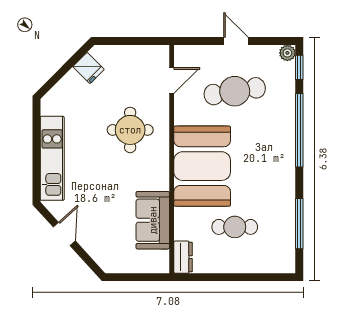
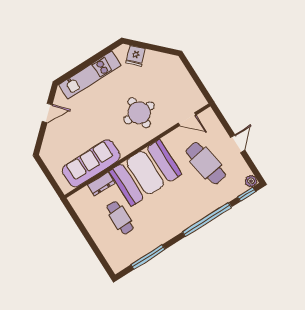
fridge: (89, 68) -> (135, 56), moved
sofa: (153, 220) -> (91, 163), width x1.36
dresser: (183, 257) -> (101, 184), moved

